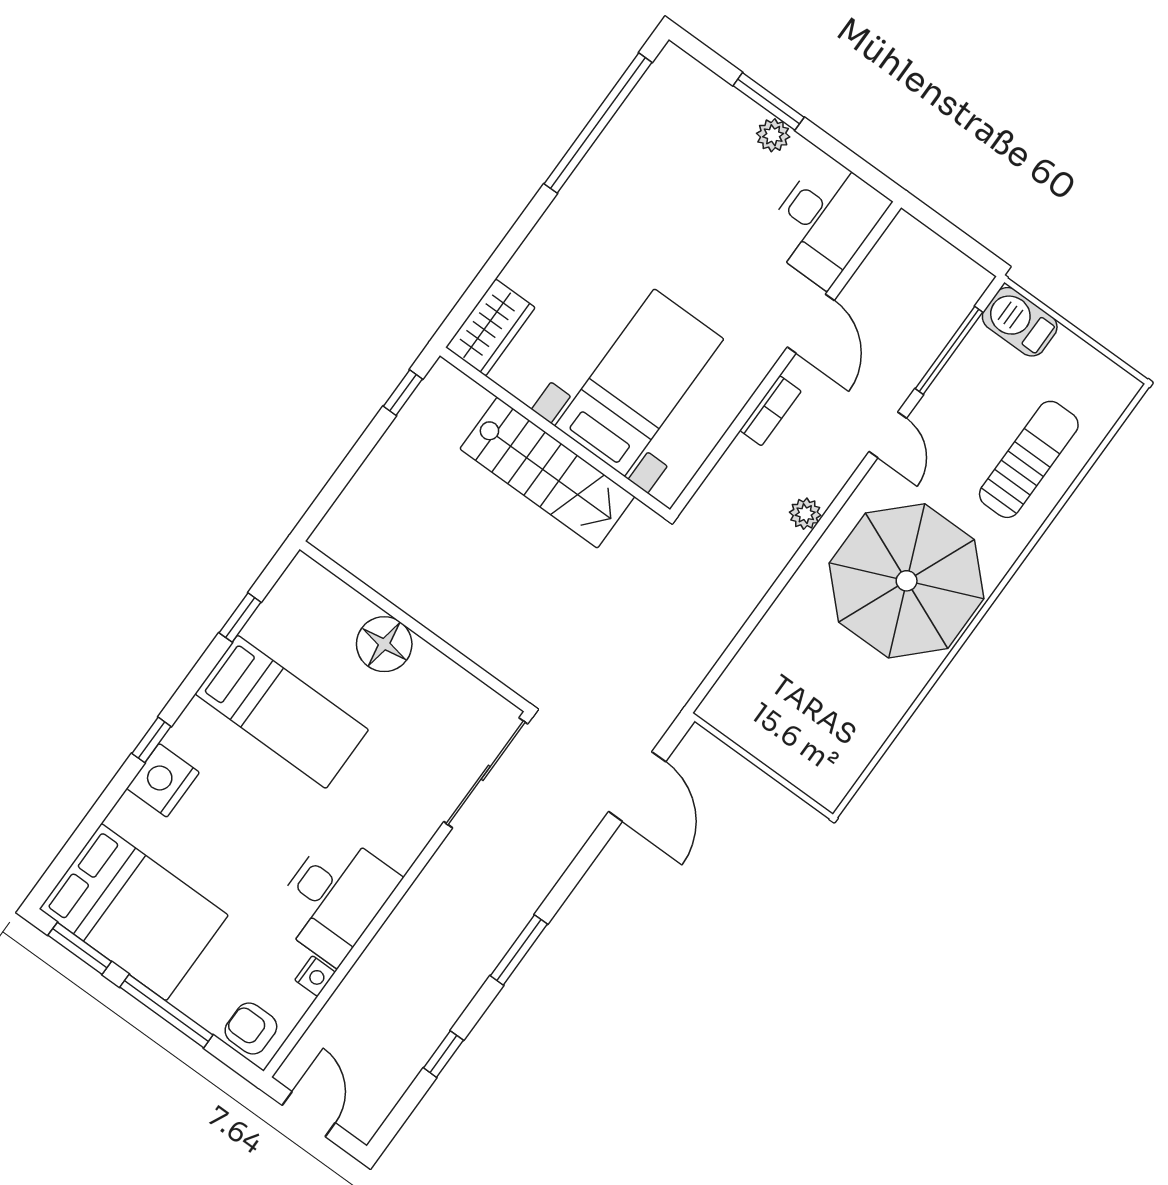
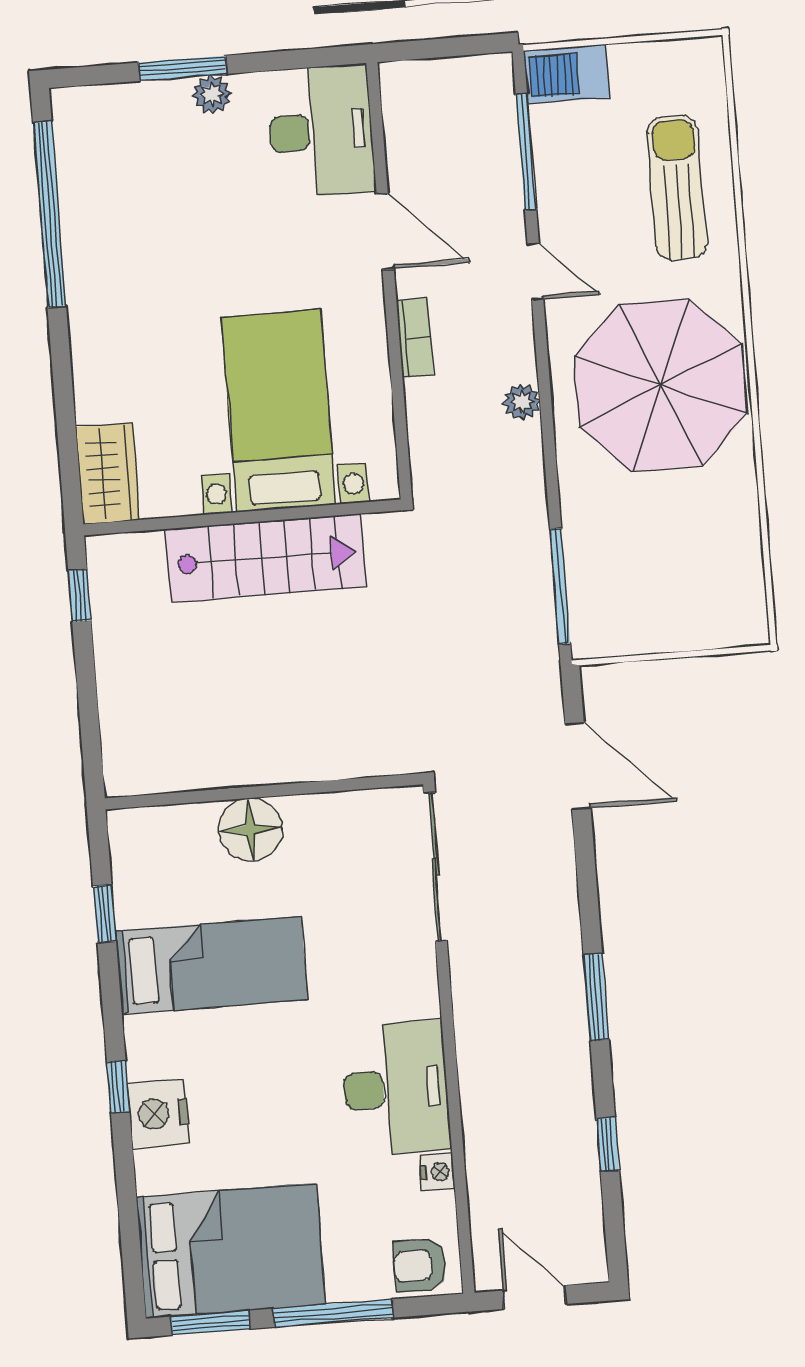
window: (727, 657) -> (560, 586), added

